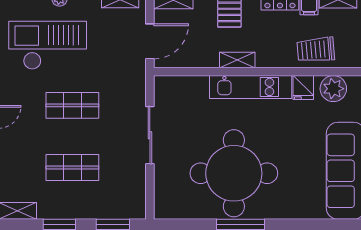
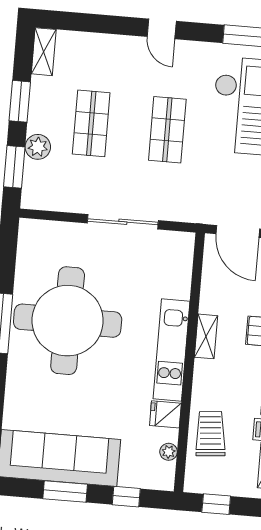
plant: (333, 89) -> (169, 452), width x0.53, depth x0.53
plant: (95, 209) -> (38, 147), added

